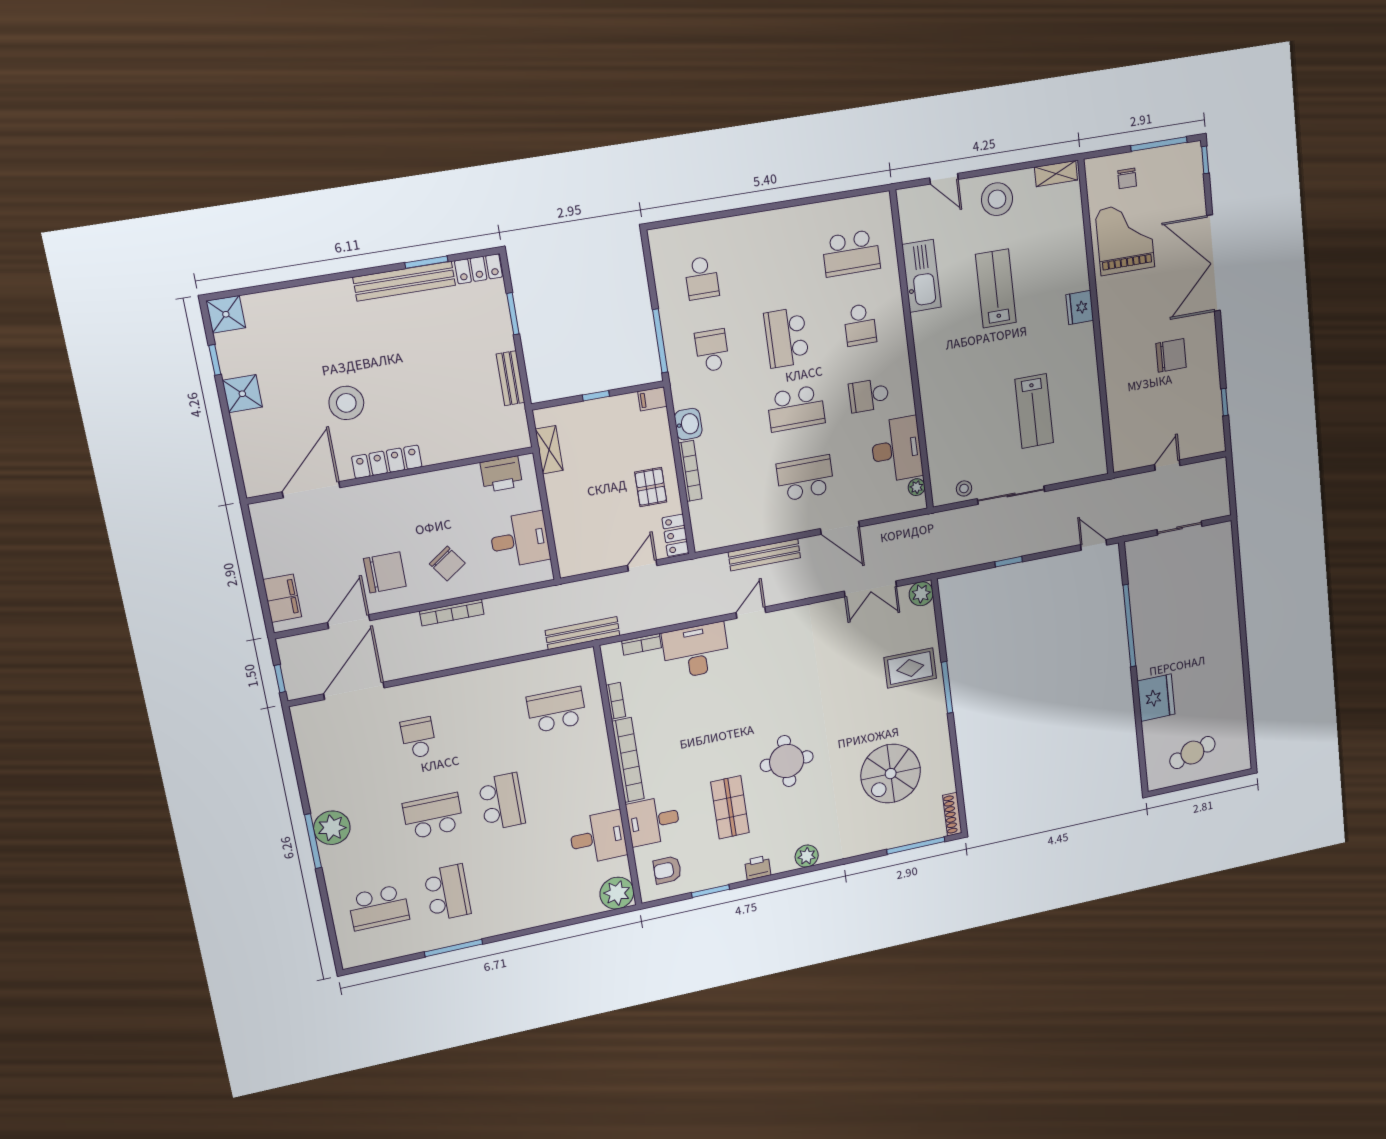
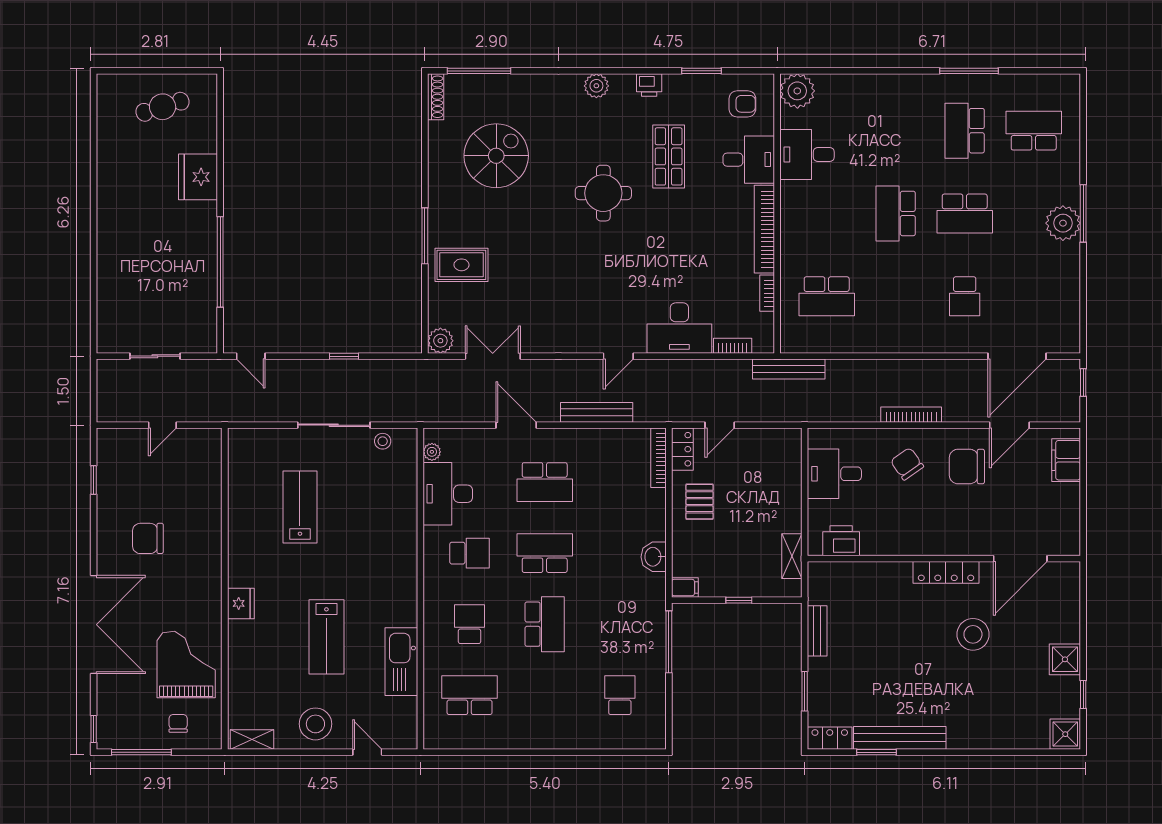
grand piano: (1125, 238) -> (186, 665), turned 180
school desk: (712, 351) -> (620, 624), removed
bookcase: (690, 471) -> (659, 458), moved

